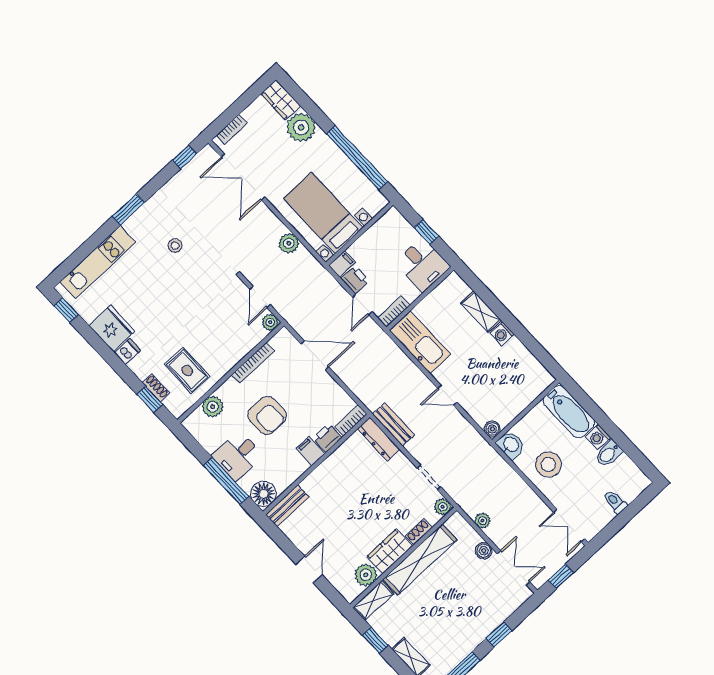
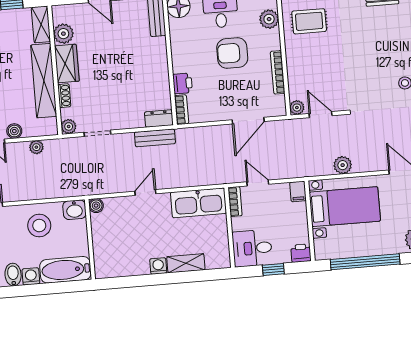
printer: (355, 280) -> (301, 253), moved, turned 180
dresser: (379, 439) -> (159, 119), width x0.70
filing cabinet: (310, 451) -> (183, 64), removed

